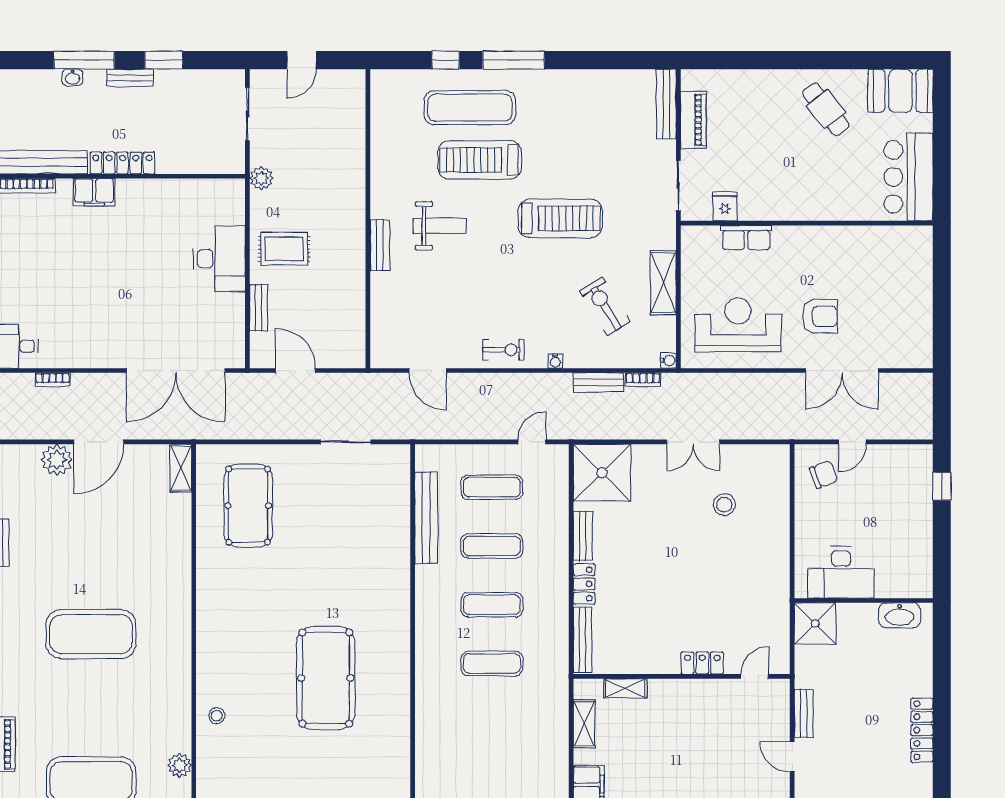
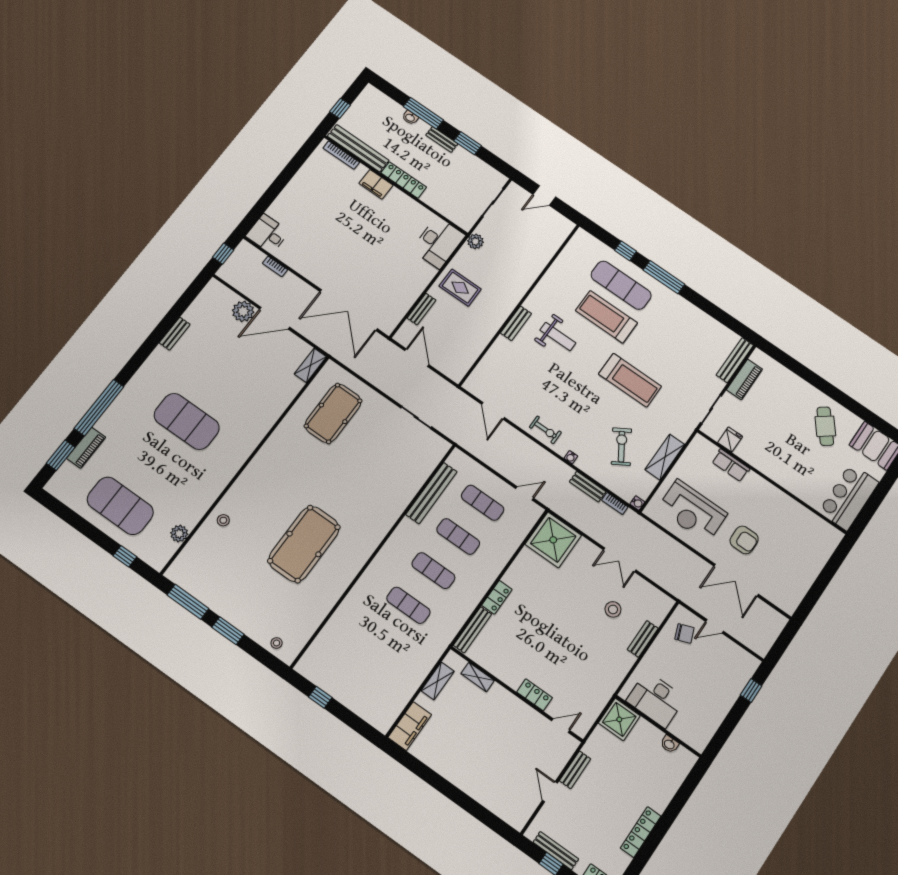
desk: (219, 259) -> (438, 243), moved
reception desk: (738, 325) -> (692, 511), turned 180
bench: (583, 536) -> (643, 639), moved
washbasin: (900, 615) -> (669, 744), width x0.52, depth x0.69

